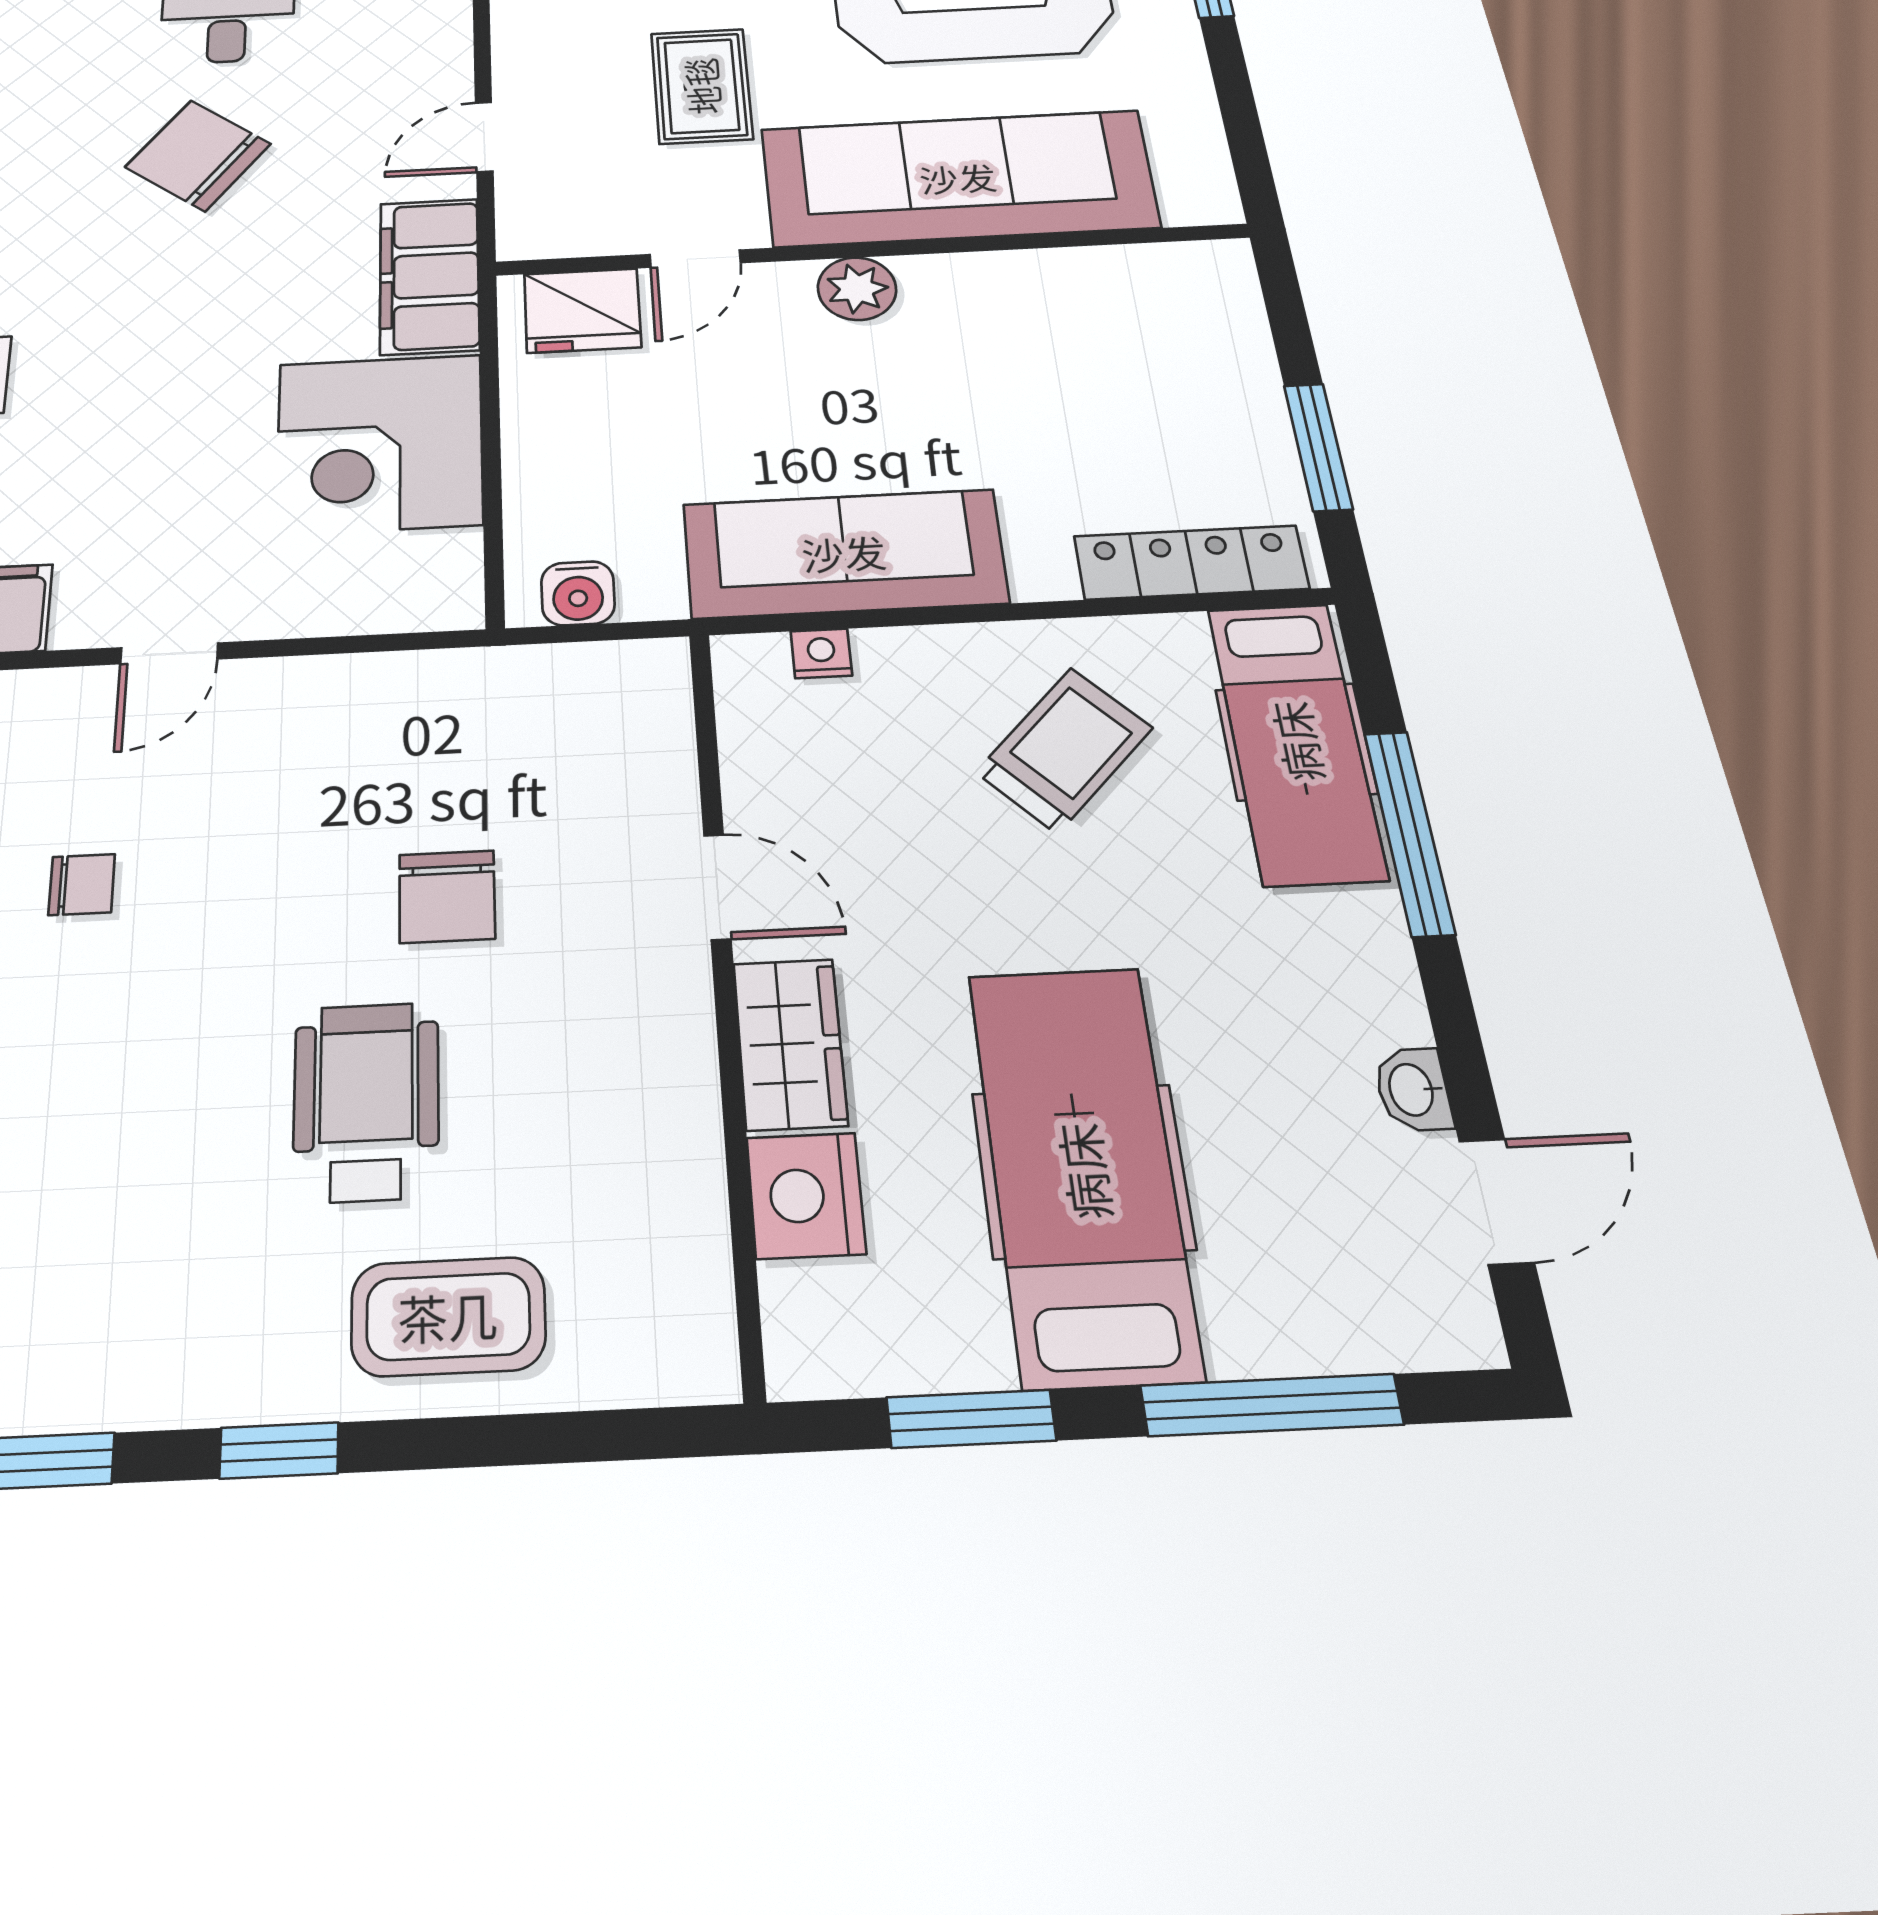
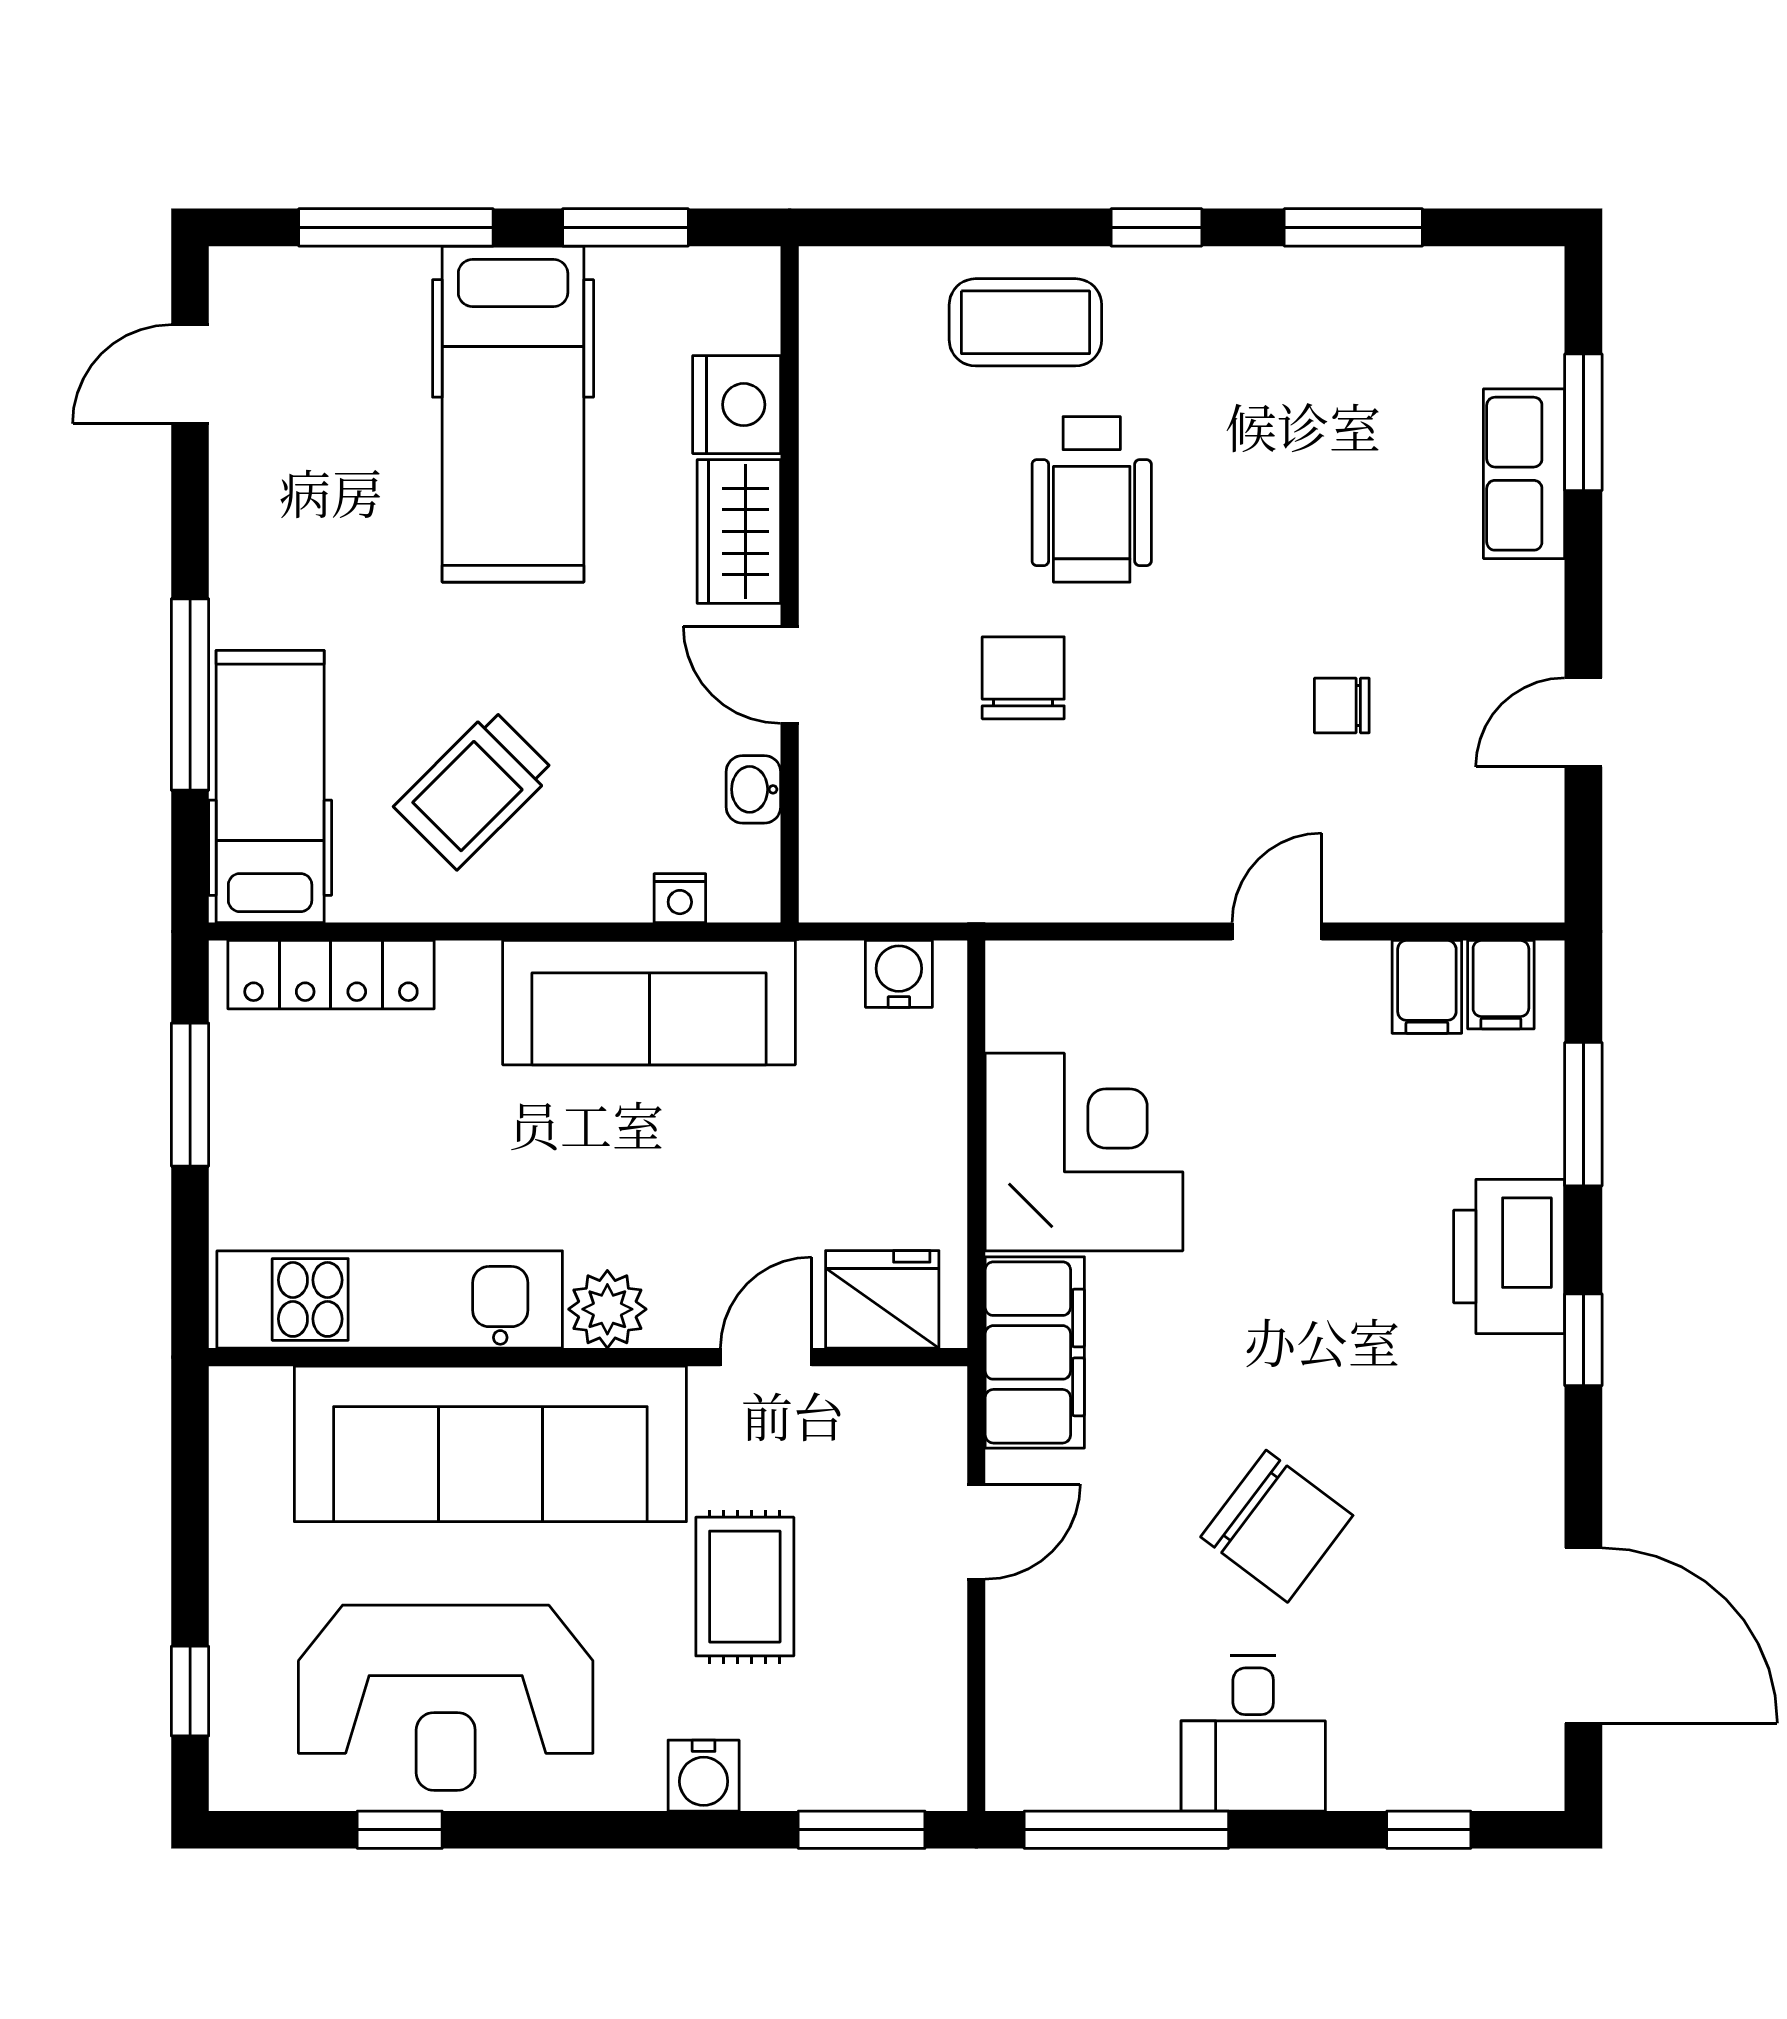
kitchen unit: (1077, 285) -> (390, 1299), added
washbasin: (1413, 1090) -> (753, 789), moved, turned 180

